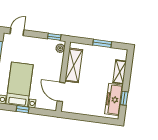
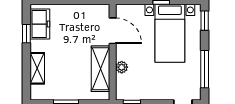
plant: (60, 48) -> (122, 67), moved
freezer: (114, 100) -> (40, 24), width x0.71

